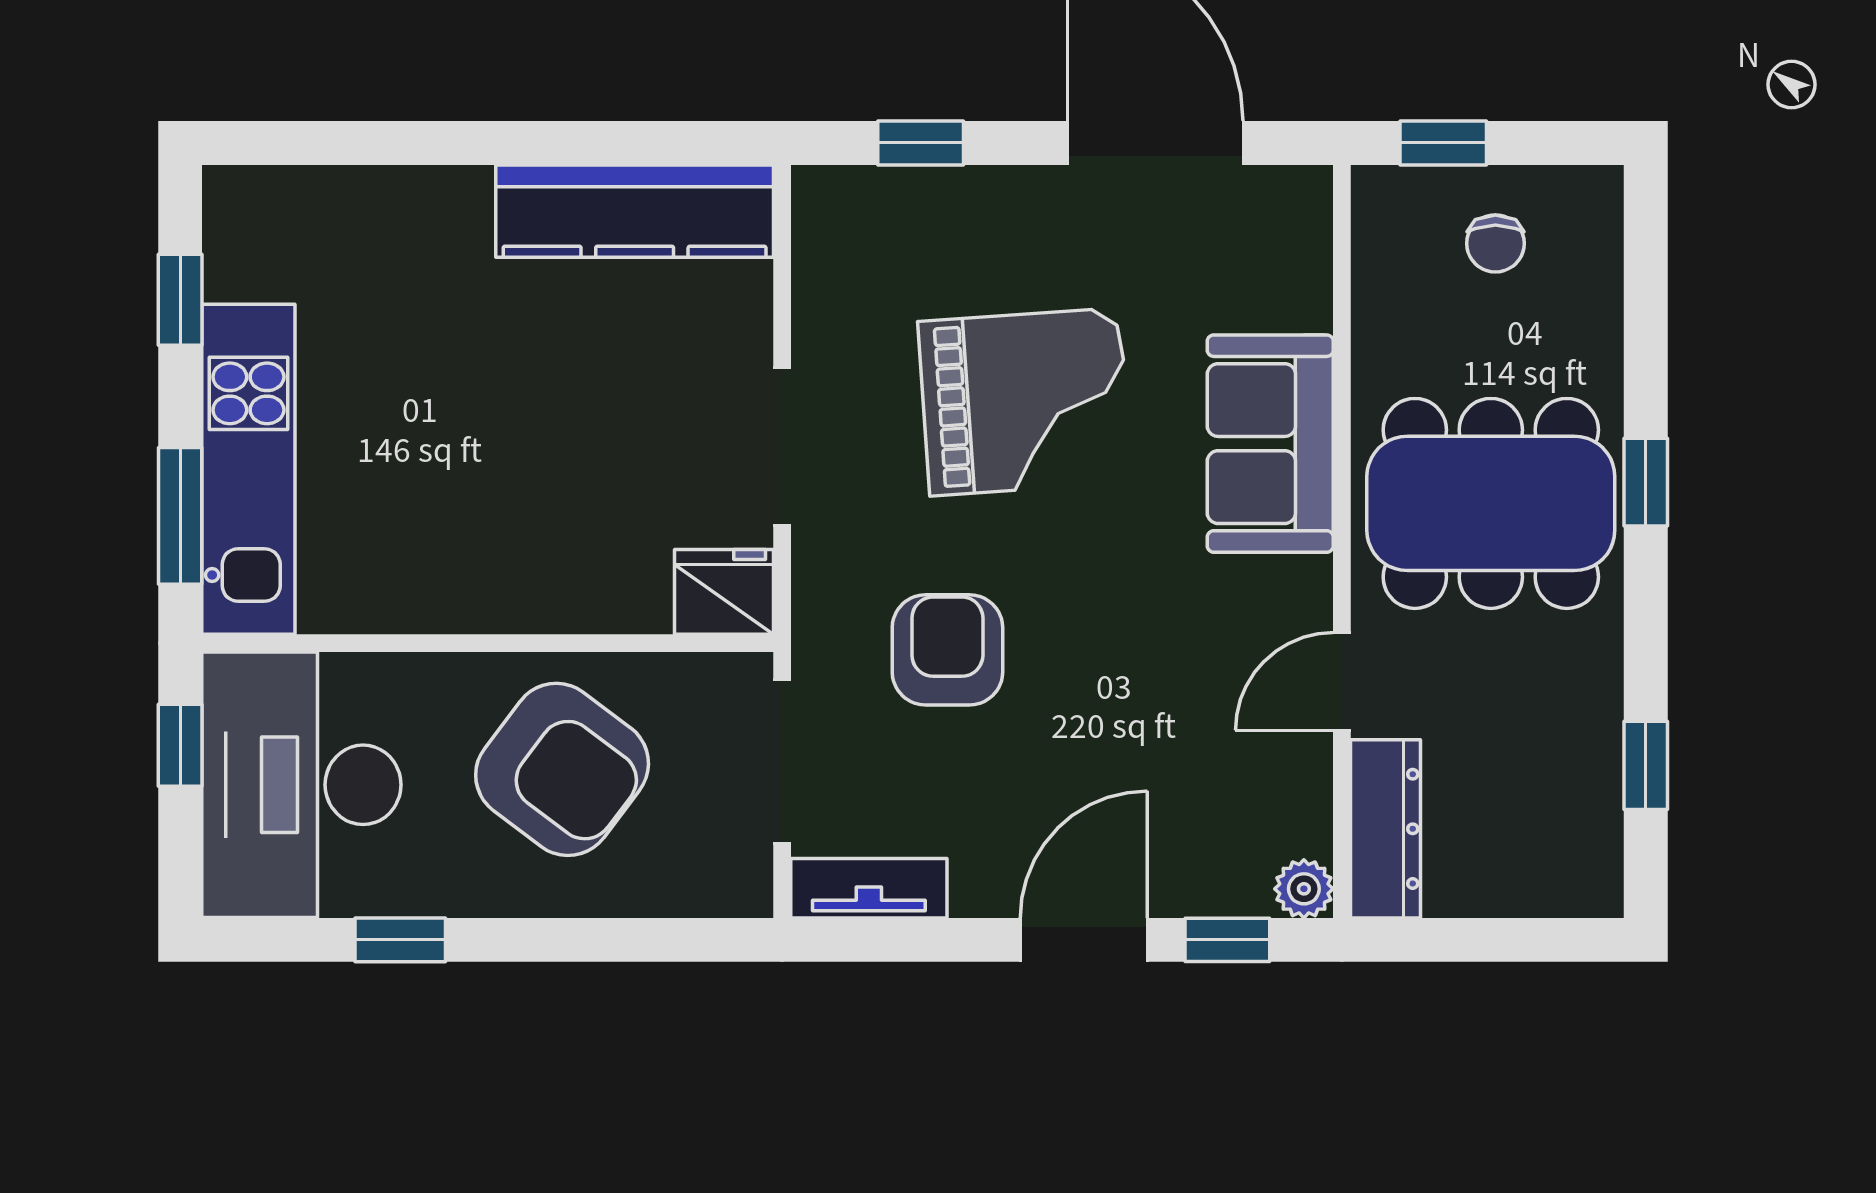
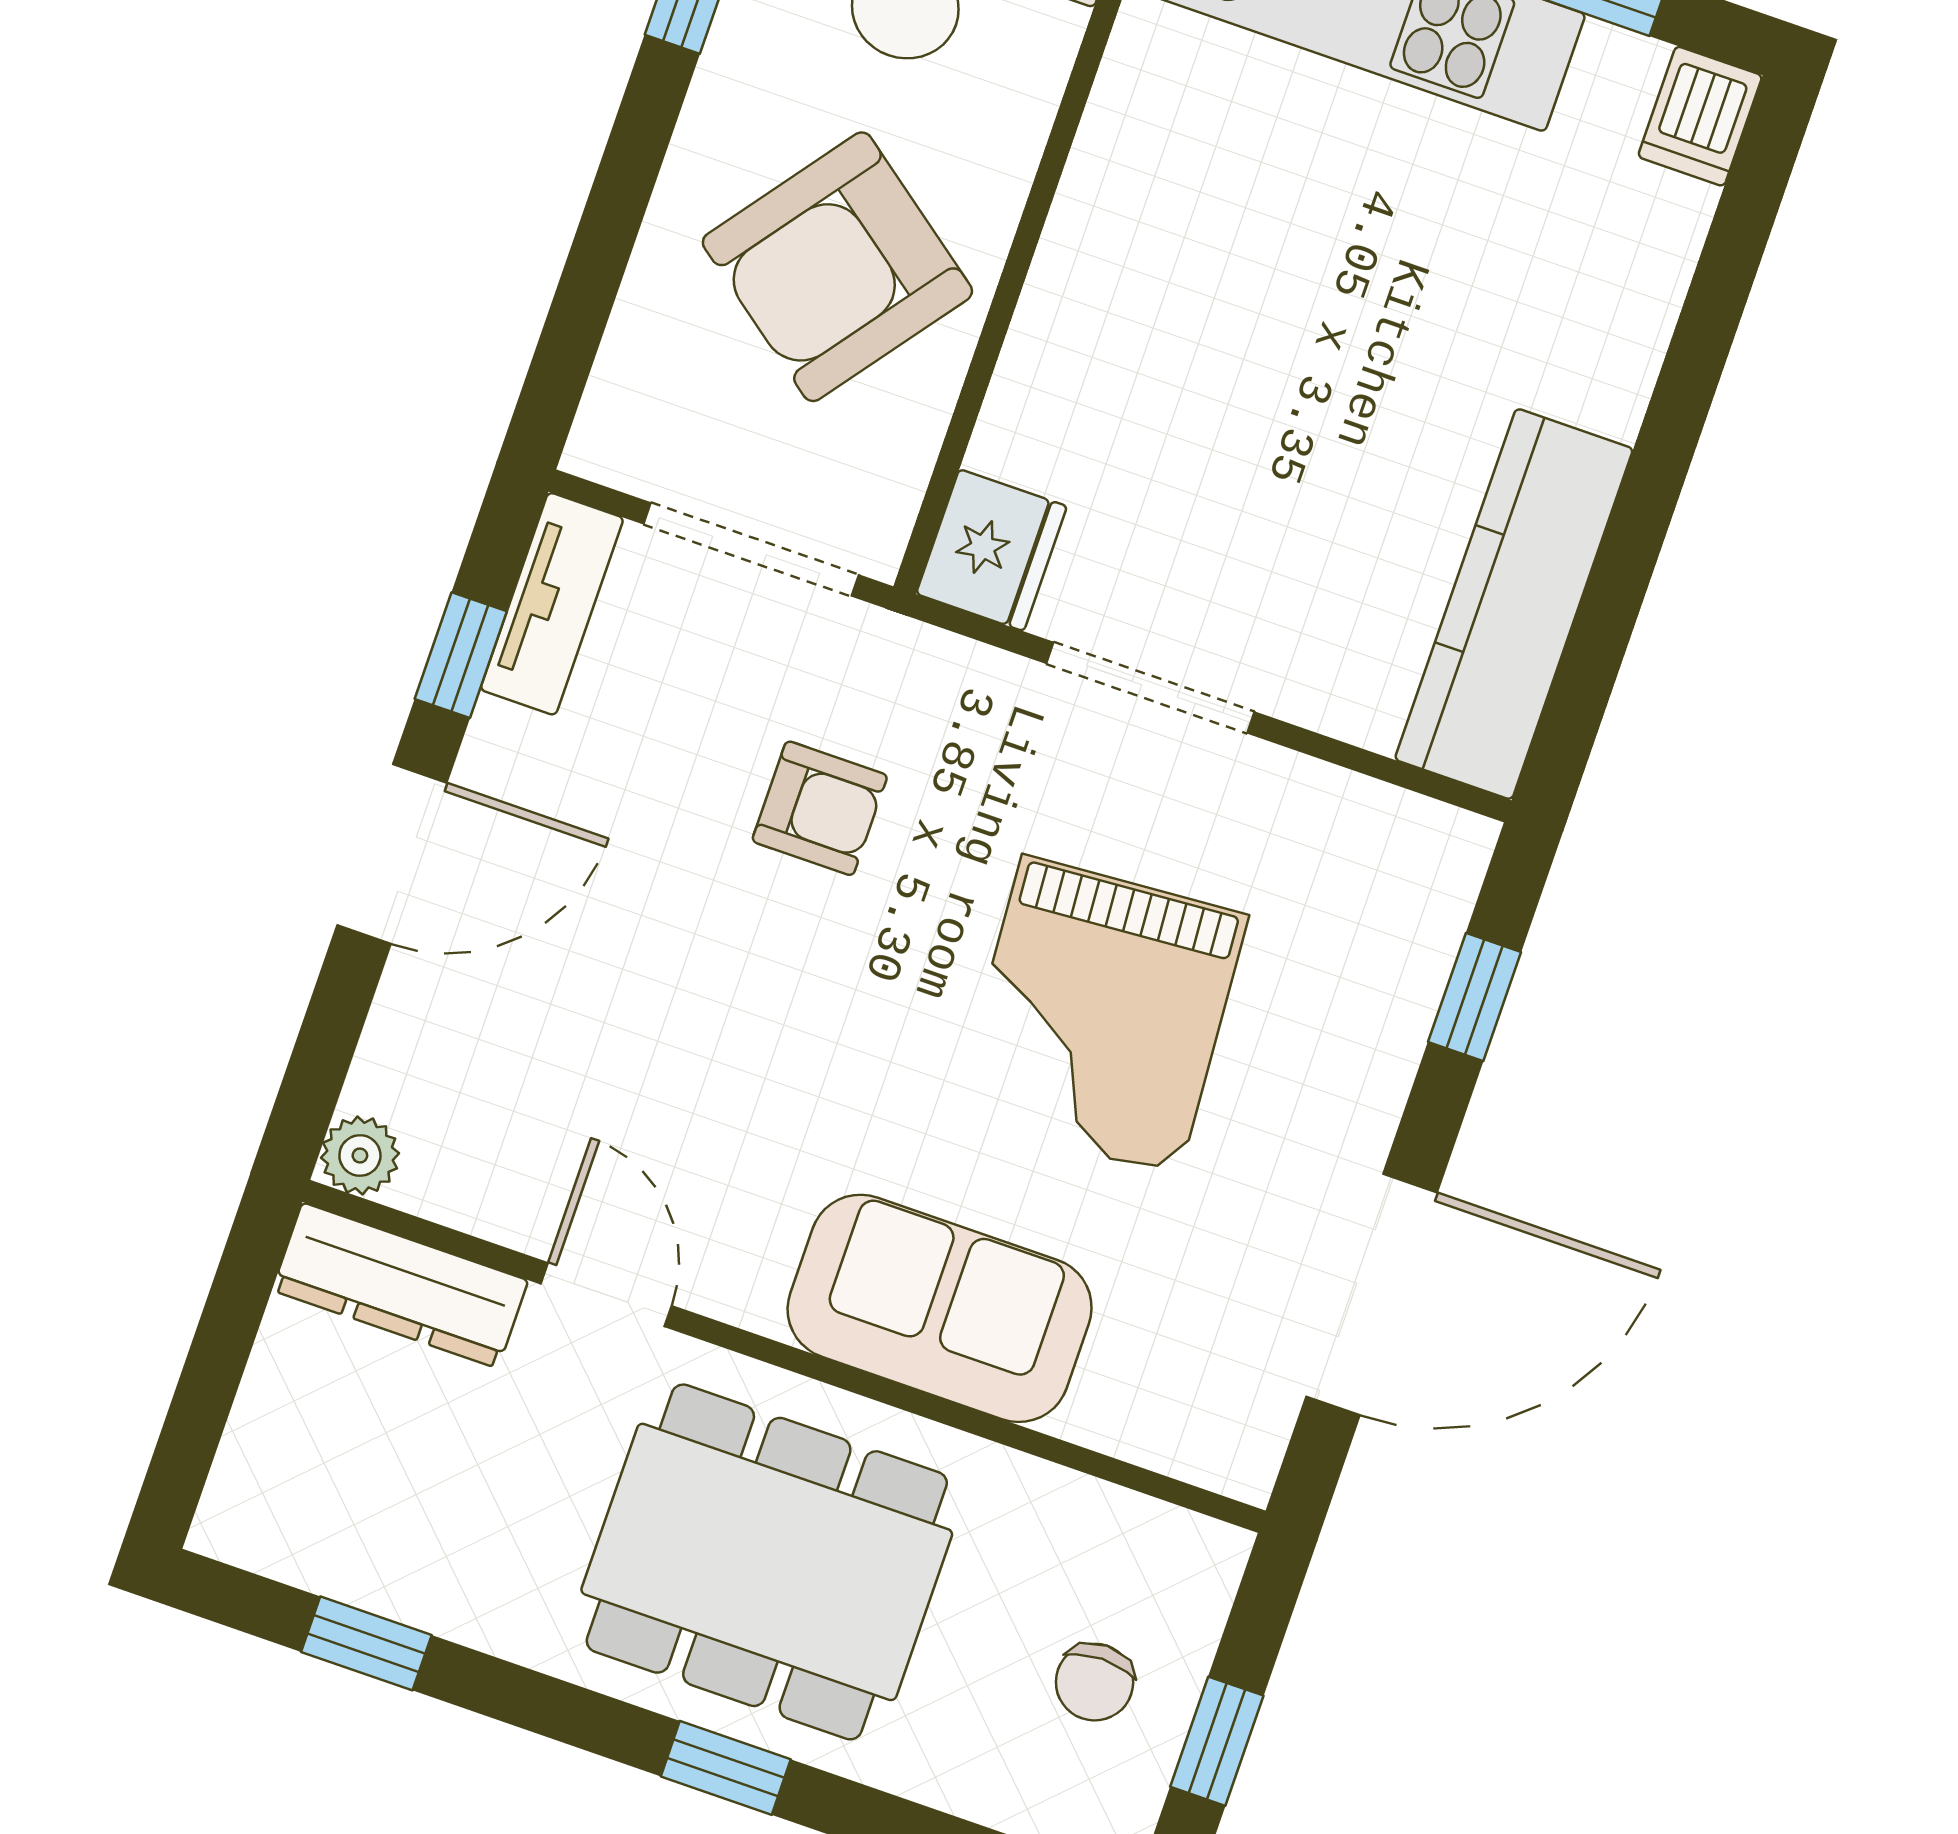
window: (1443, 143) -> (1217, 1741), moved
dishwasher: (246, 199) -> (1700, 116), added
chair: (1495, 243) -> (1095, 1682), turned -90
dining table: (1491, 503) -> (767, 1562), turned 90
armchair: (947, 650) -> (820, 808), width x0.72, depth x0.72
door: (1084, 940) -> (392, 854), hinge flipped
window: (1227, 940) -> (461, 655), moved

